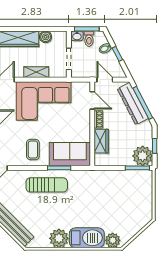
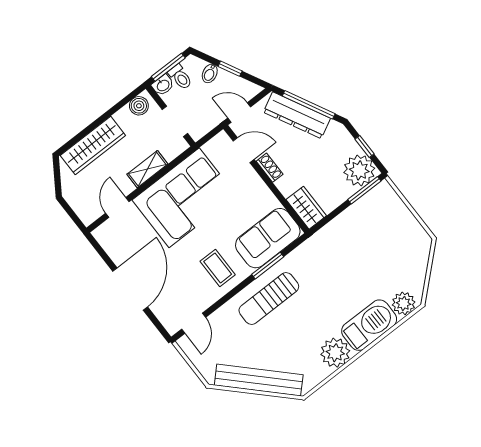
boiler: (46, 37) -> (139, 106), moved
wardrobe: (101, 141) -> (306, 208), moved
sun lounger: (47, 185) -> (269, 299), turned 180

